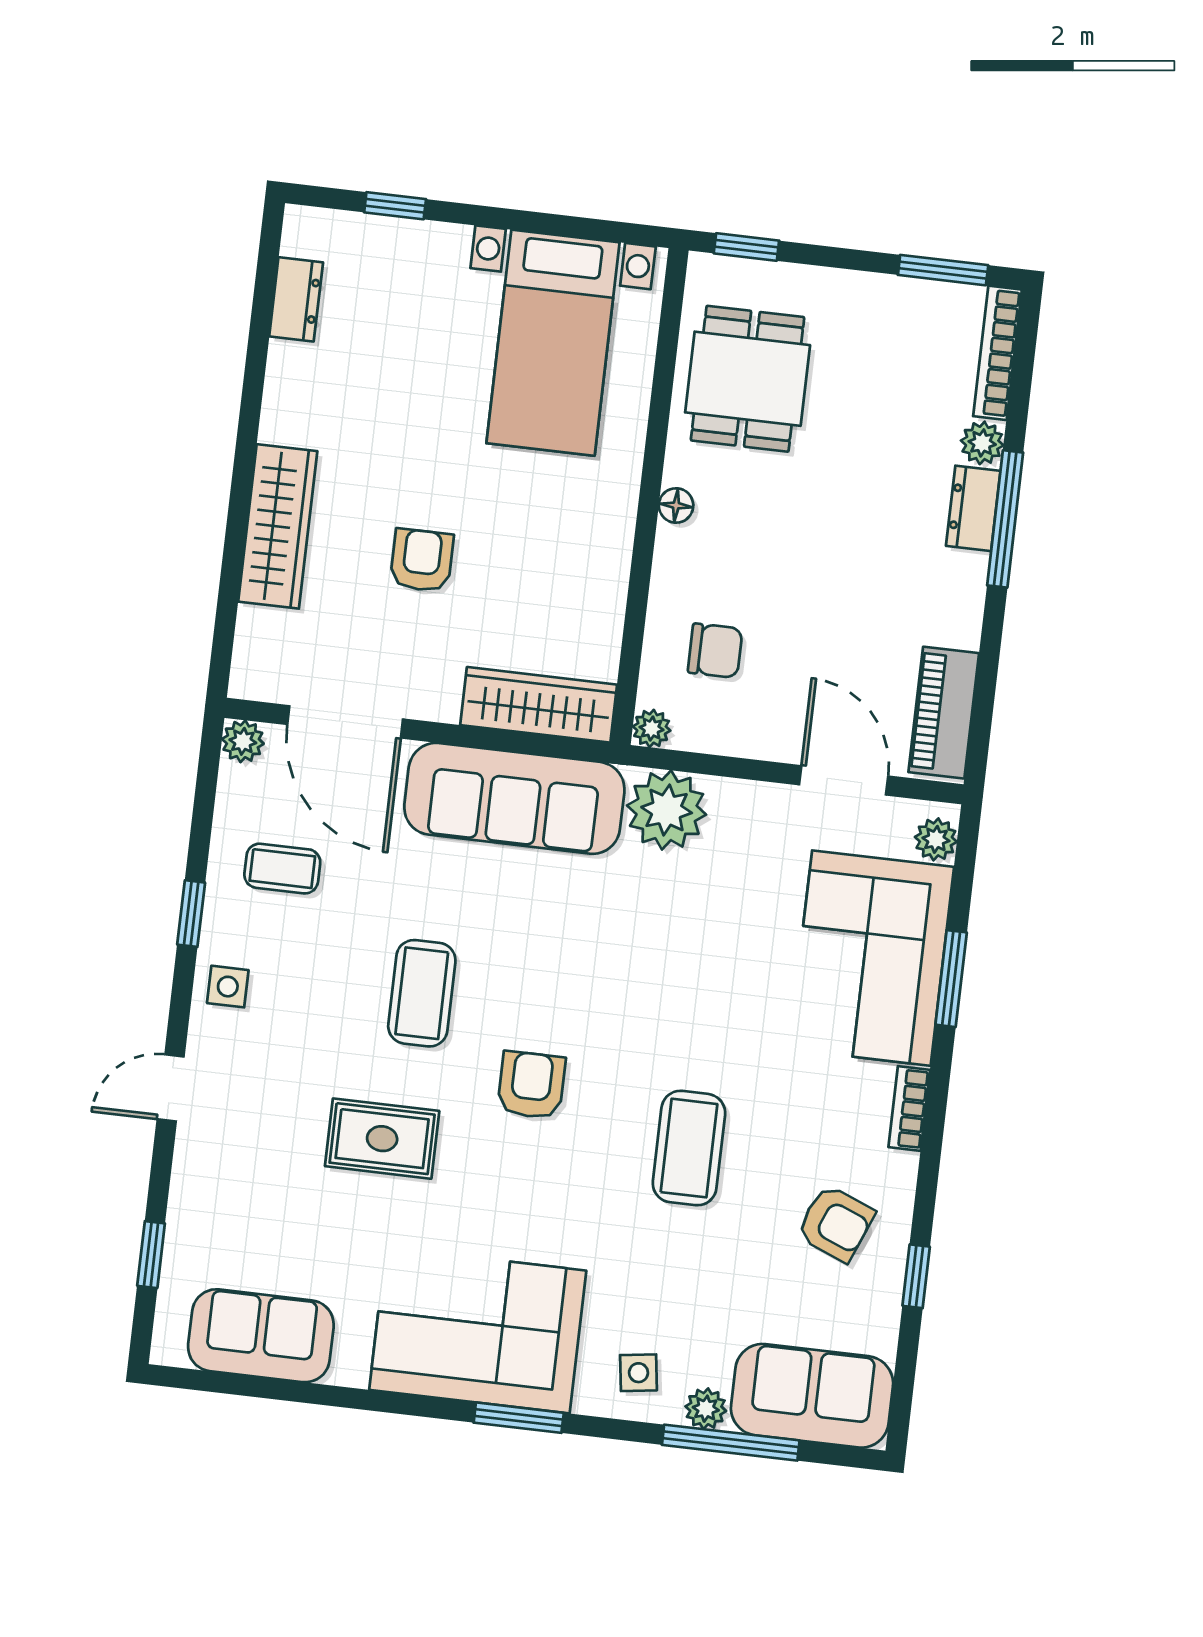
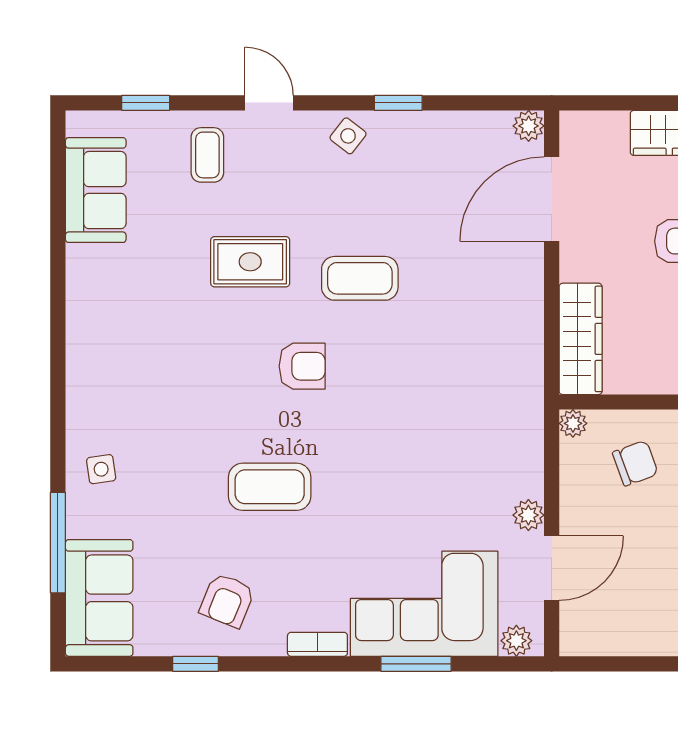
chair: (715, 651) -> (635, 463), turned -110
piano: (944, 713) -> (610, 636), removed
sofa: (514, 798) -> (510, 329), removed
plant: (667, 810) -> (528, 515), moved, width x0.53, depth x0.53
coffee table: (282, 869) -> (207, 155), moved
side table: (228, 987) -> (348, 136), turned 38
rug: (382, 1139) -> (250, 262), turned 90
corner sofa: (478, 1330) -> (118, 348), removed
plant: (706, 1409) -> (81, 521), removed
window: (519, 1418) -> (58, 385), removed

